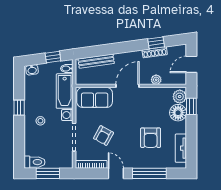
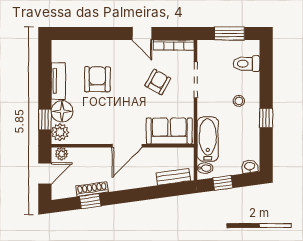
bench: (96, 61) -> (173, 177), width x0.73
plant: (156, 80) -> (62, 154), moved
washing machine: (67, 115) -> (204, 108), removed
tv unit: (181, 148) -> (58, 81), moved
toilet: (35, 162) -> (246, 64), moved
window: (149, 173) -> (99, 33), removed

